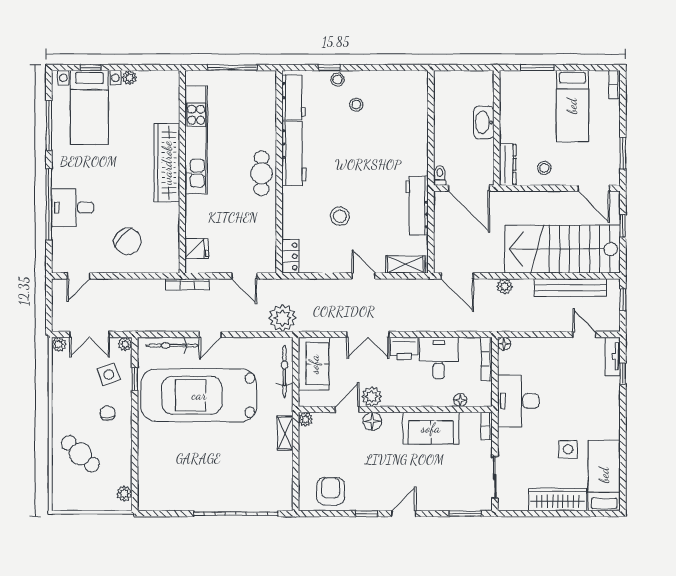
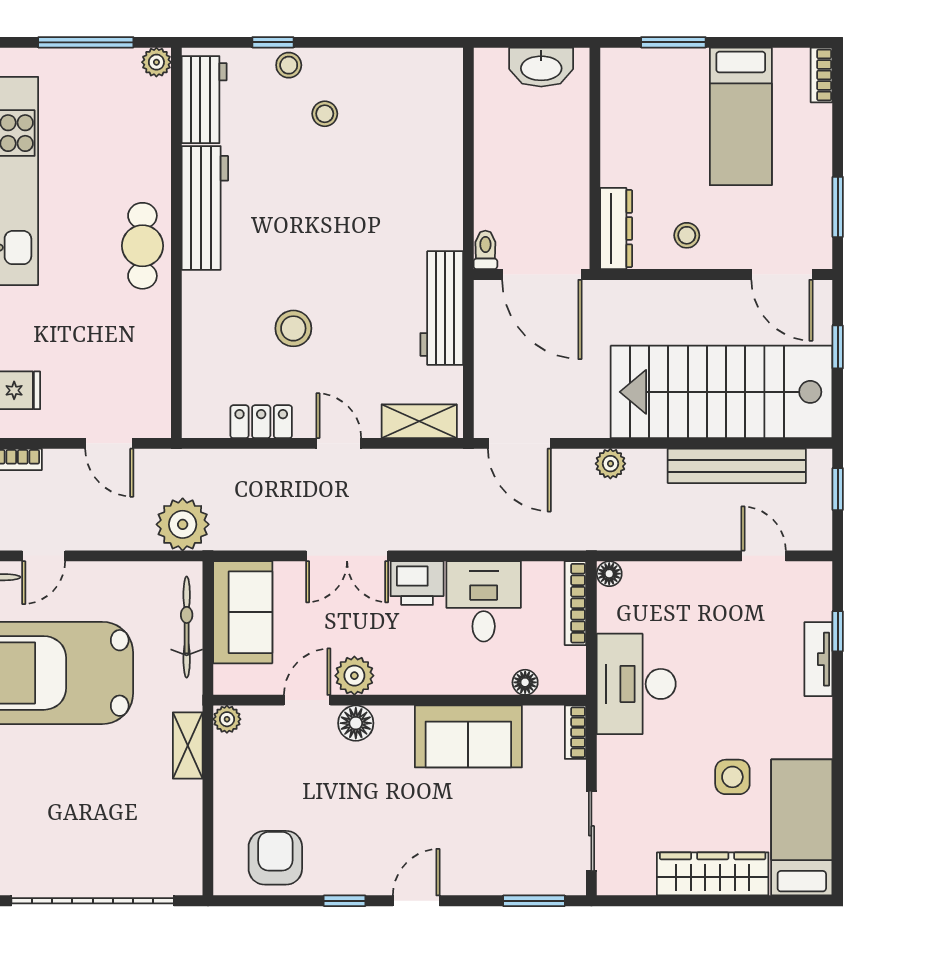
plant: (269, 78) -> (156, 62), added
washbasin: (484, 122) -> (541, 67), moved, turned -90
locker: (290, 256) -> (261, 422), moved, turned -90
tv unit: (613, 356) -> (818, 659), moved

